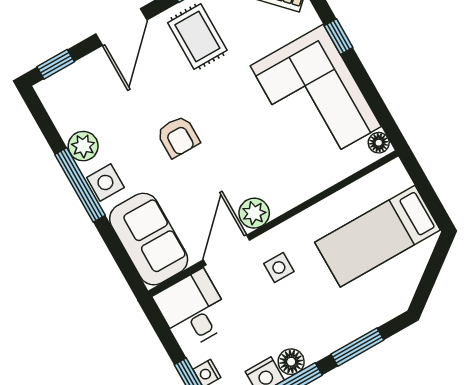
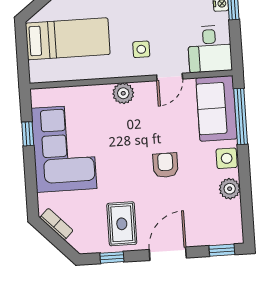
window: (339, 37) -> (28, 134), moved
floor lamp: (379, 143) -> (38, 99), removed
window: (80, 185) -> (241, 116), moved
plant: (254, 213) -> (123, 93), moved
door: (226, 250) -> (170, 77), width x0.73

